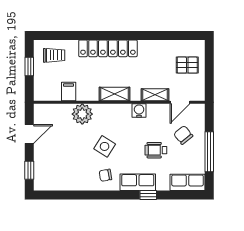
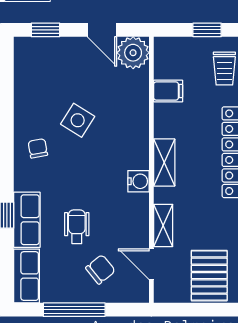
pallet: (187, 65) -> (209, 276), width x1.50, depth x1.42
water cooler: (139, 111) -> (138, 181), moved
plant: (82, 114) -> (133, 53), moved
side table: (105, 146) -> (78, 120), moved
row of seats: (138, 182) -> (27, 220), moved

